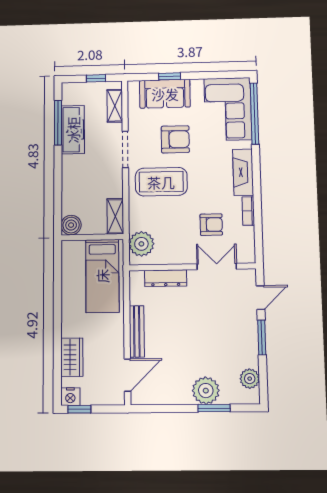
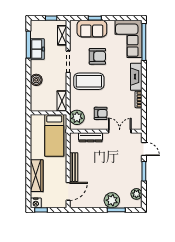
freezer: (73, 130) -> (37, 49), width x0.71
boiler: (71, 225) -> (36, 80), moved
armchair: (211, 225) -> (101, 113), moved
door: (260, 297) -> (144, 149), hinge flipped
wardrobe: (72, 357) -> (37, 176), width x1.50

